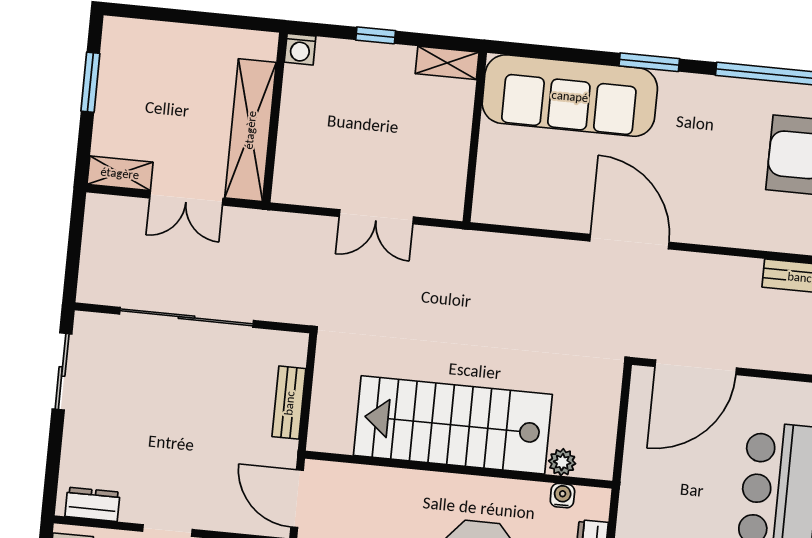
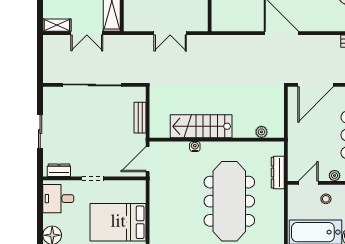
sliding door: (62, 371) -> (40, 132), moved
stairs: (453, 425) -> (201, 126), width x0.73, depth x0.66
water cooler: (562, 496) -> (195, 146), moved
door: (297, 499) -> (148, 159), hinge flipped

